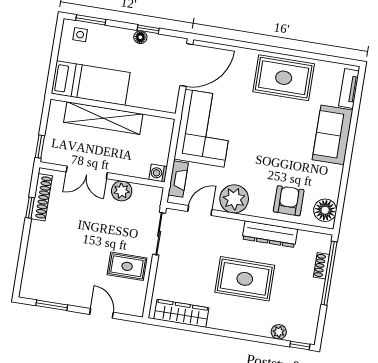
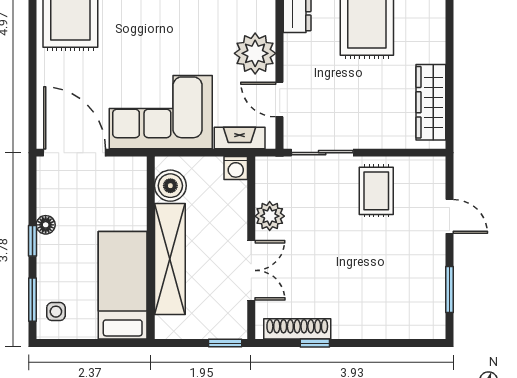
window: (148, 29) -> (32, 241), moved
boiler: (153, 127) -> (170, 186), added
door: (102, 313) -> (449, 216), swing flipped

